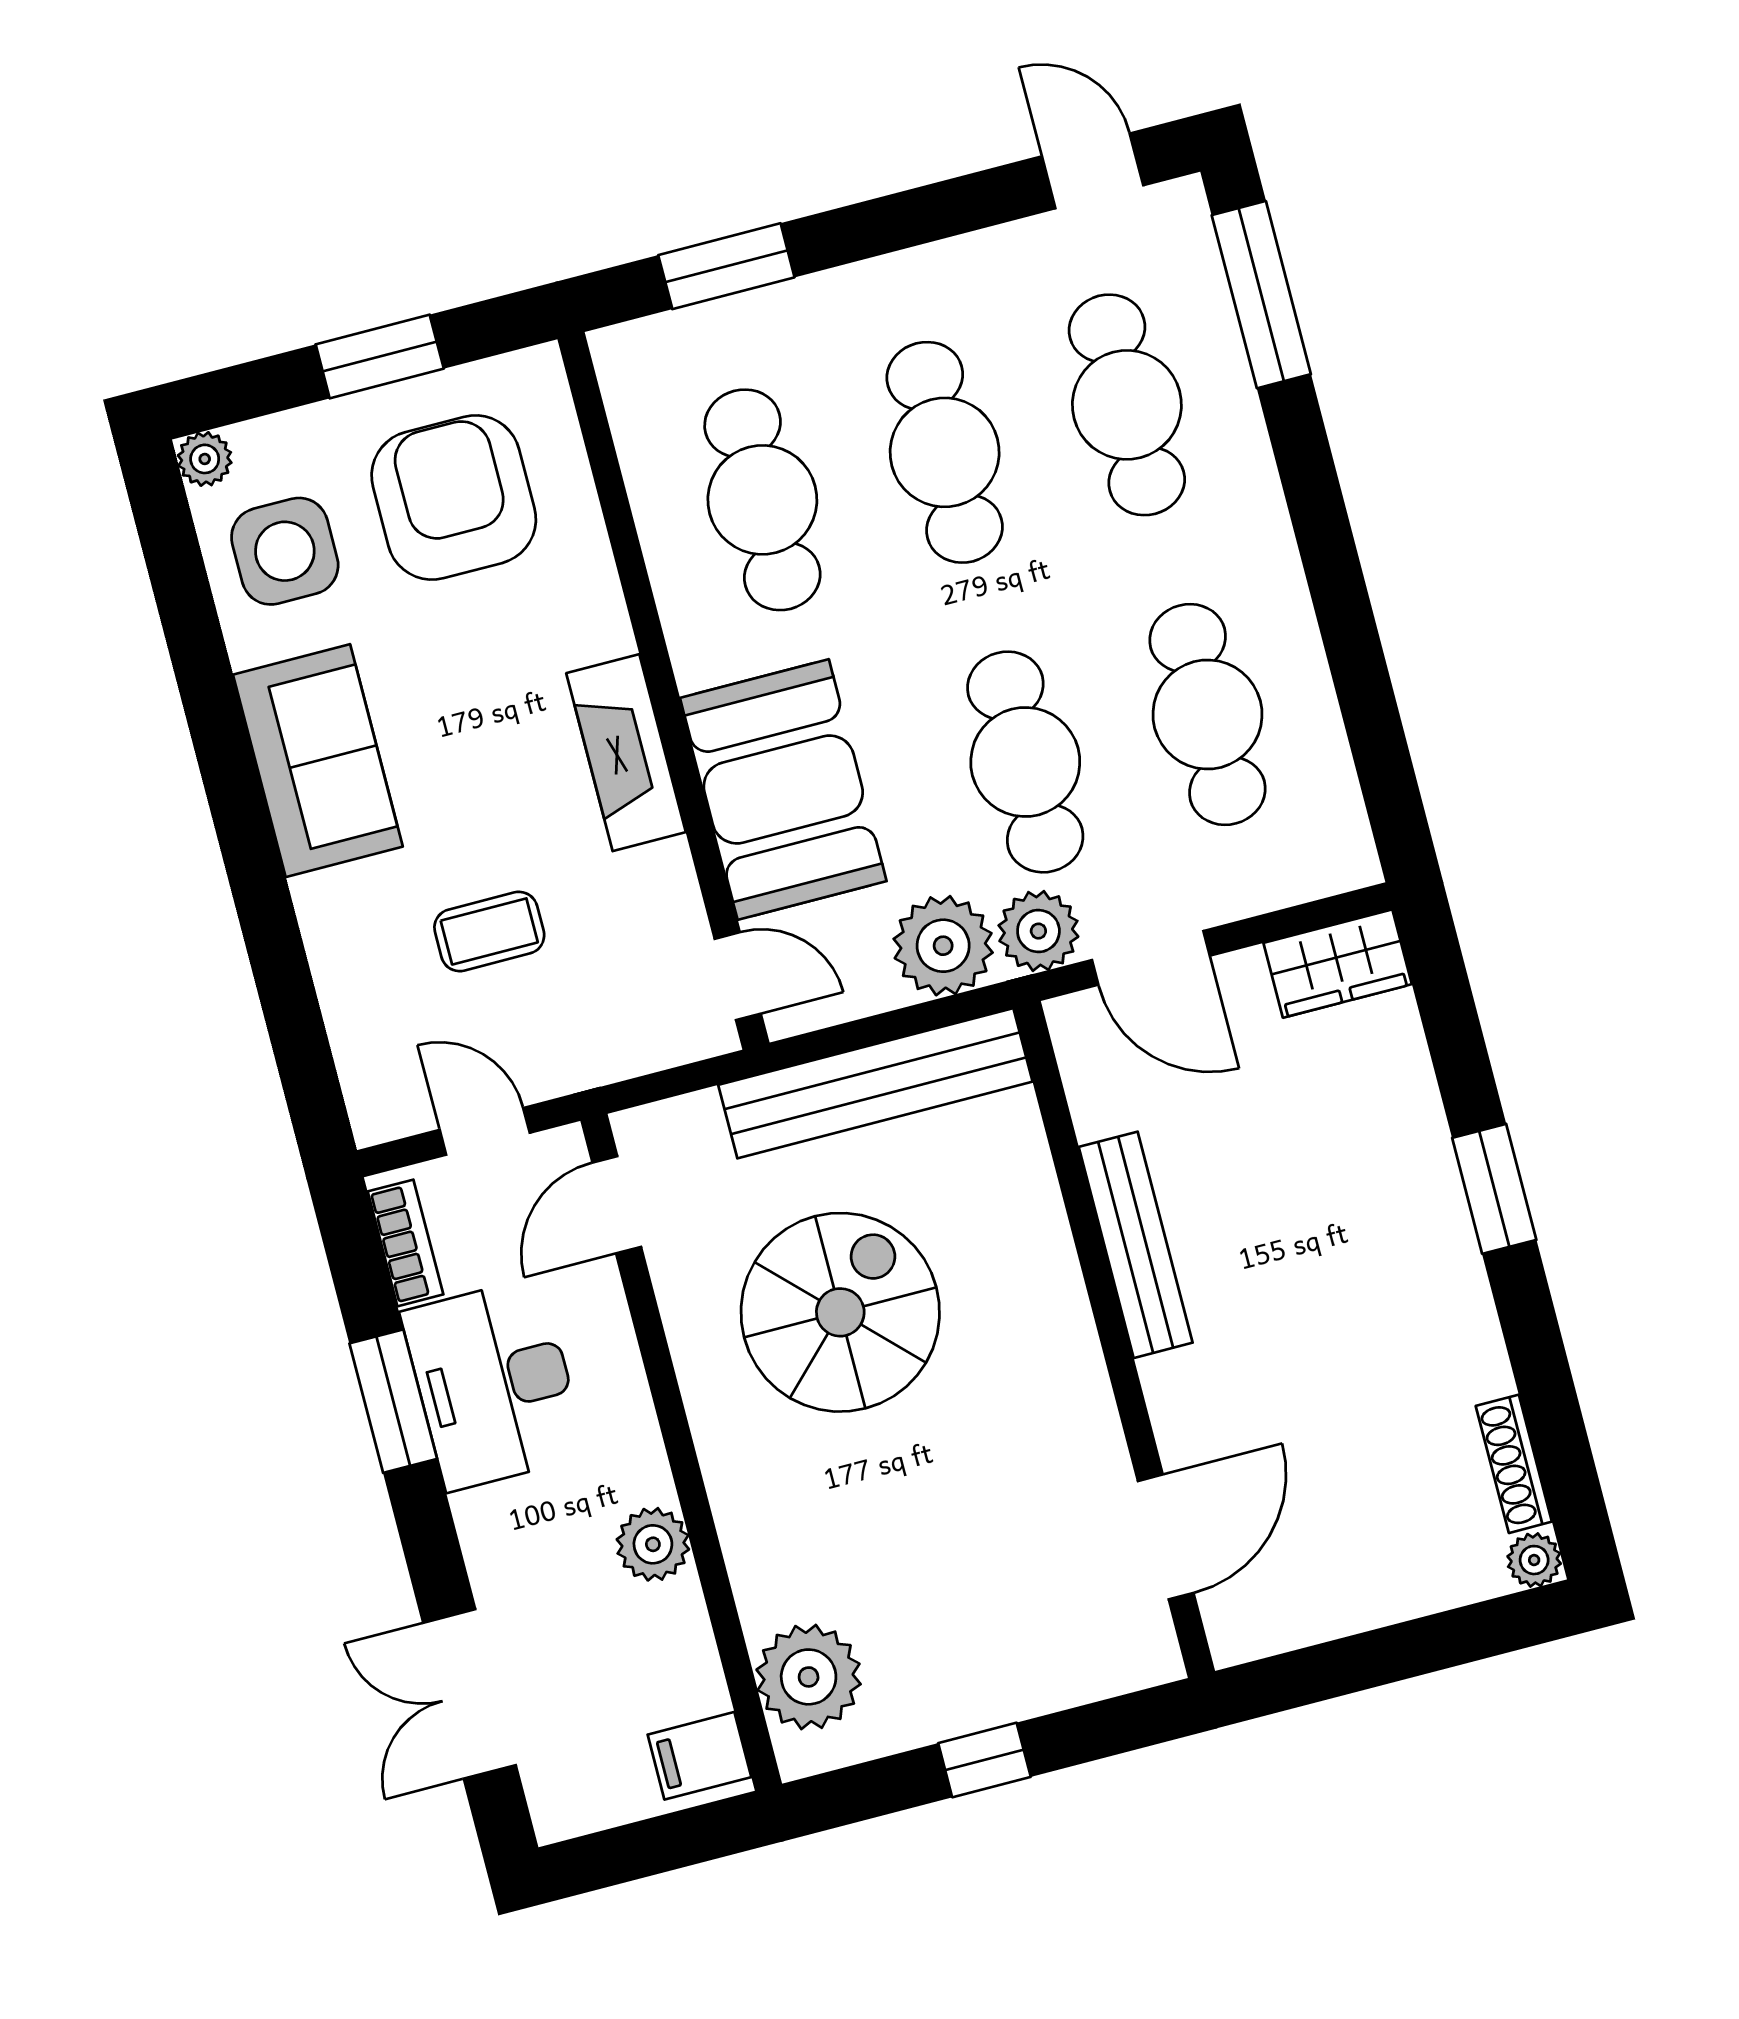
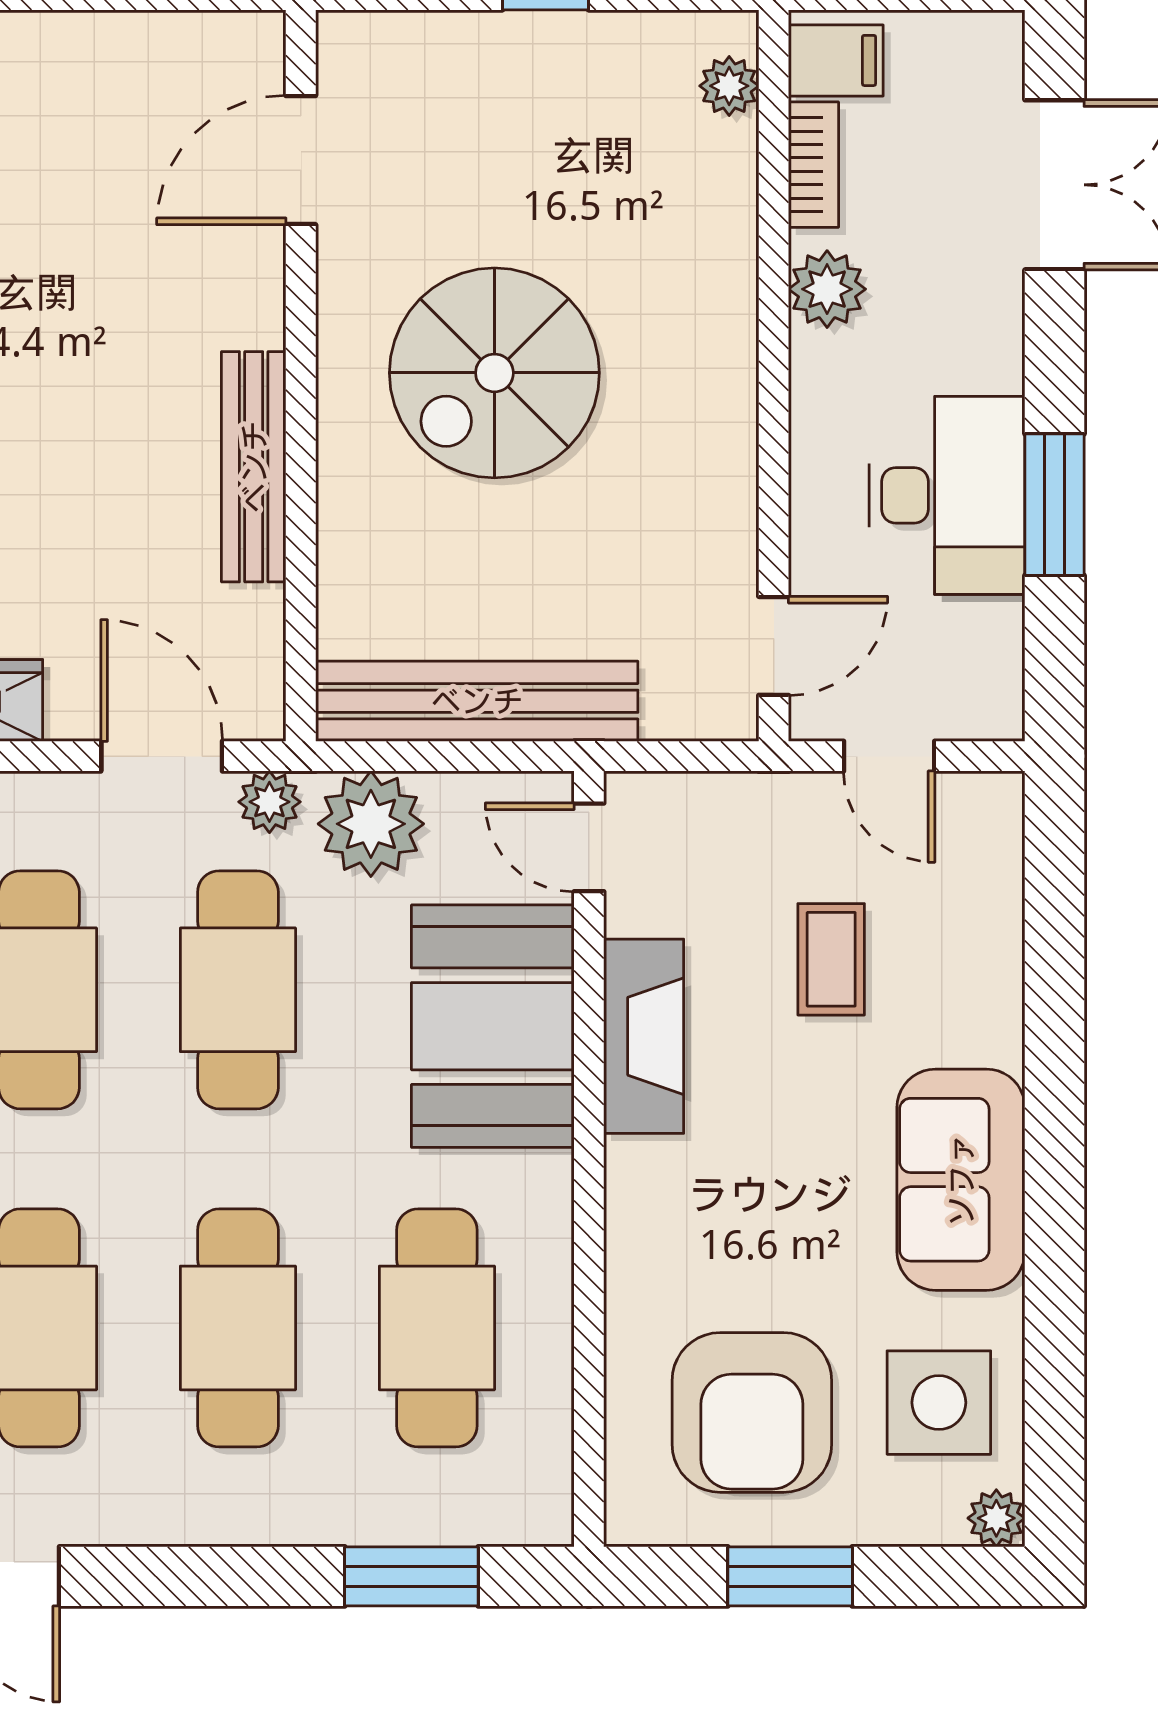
fireplace: (626, 753) -> (644, 1036), moved
coffee table: (489, 931) -> (831, 959), turned 90
plant: (1038, 931) -> (269, 802), width x0.73, depth x0.73
bookcase: (405, 1243) -> (814, 165), moved, turned 180
spiral stairs: (840, 1312) -> (494, 373), moved
plant: (809, 1677) -> (729, 86), width x0.53, depth x0.53

